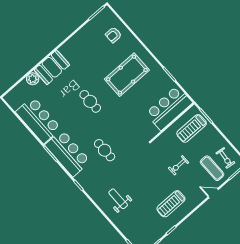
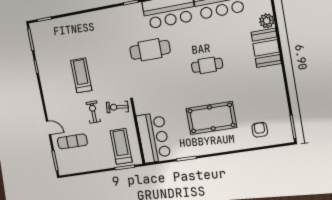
pool table: (127, 75) -> (211, 118), turned 90
cafe table: (105, 150) -> (150, 50), width x1.37, depth x1.35
exercise bike: (225, 158) -> (117, 107), moved
door: (213, 193) -> (48, 128), hinge flipped
weight bench: (118, 199) -> (95, 34), removed
treadmill: (171, 204) -> (81, 75), moved

